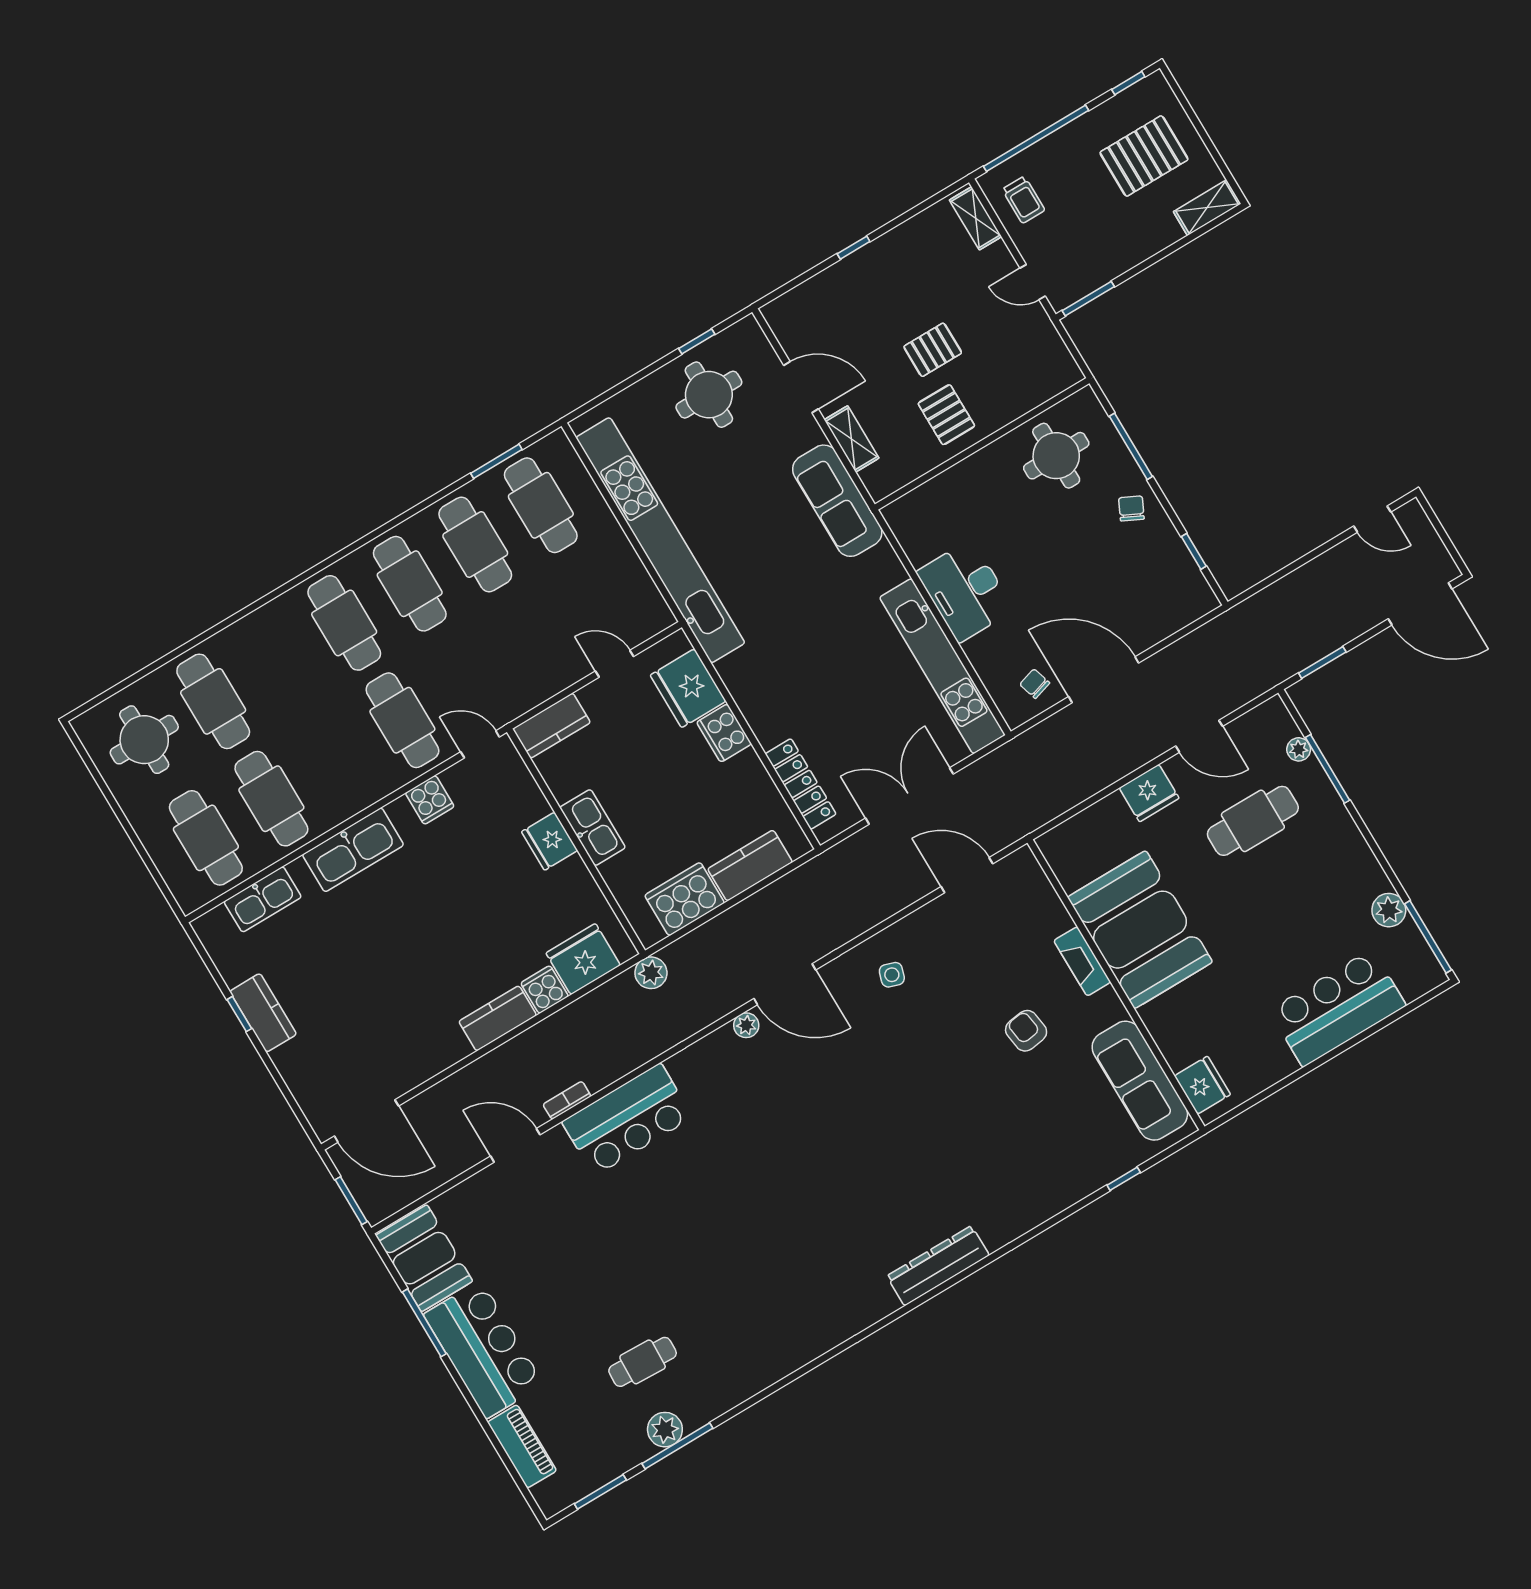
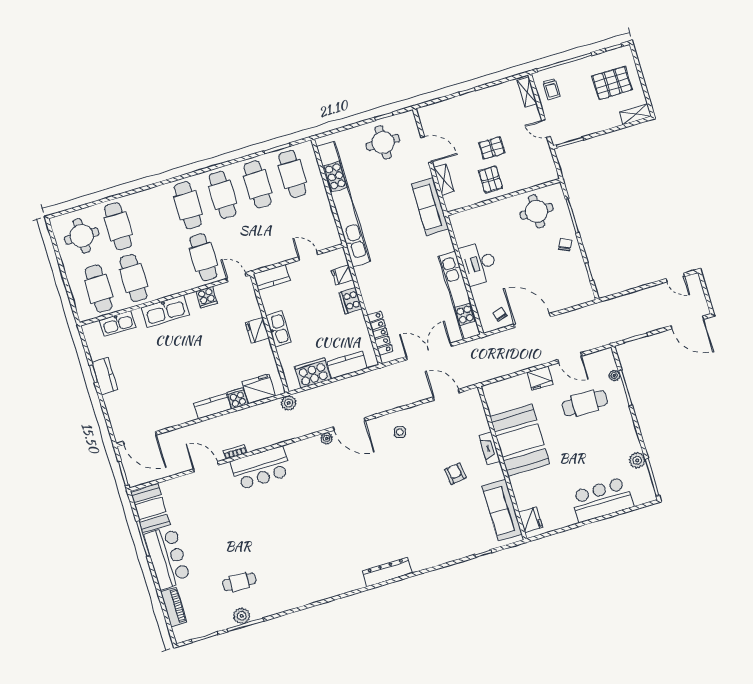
fridge: (688, 688) -> (342, 275), width x0.53, depth x0.75

